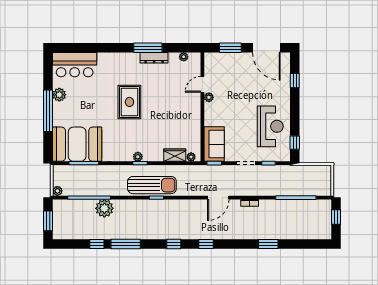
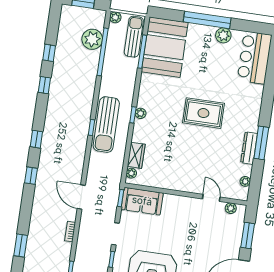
plant: (209, 97) -> (231, 208), moved
sun lounger: (72, 172) -> (134, 37), added
plant: (104, 208) -> (92, 39), moved
window: (126, 244) -> (44, 85), width x0.46

